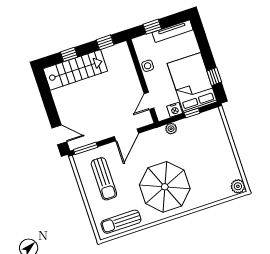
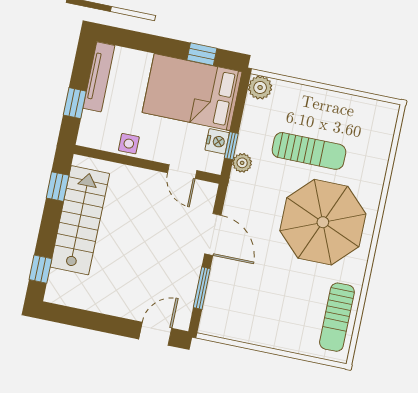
window: (69, 54) -> (40, 269), moved
stairs: (75, 70) -> (80, 220), moved
window: (192, 113) -> (231, 146), moved
window: (86, 148) -> (202, 288), moved
sun lounger: (104, 179) -> (309, 151), moved
plant: (238, 186) -> (260, 88), moved

